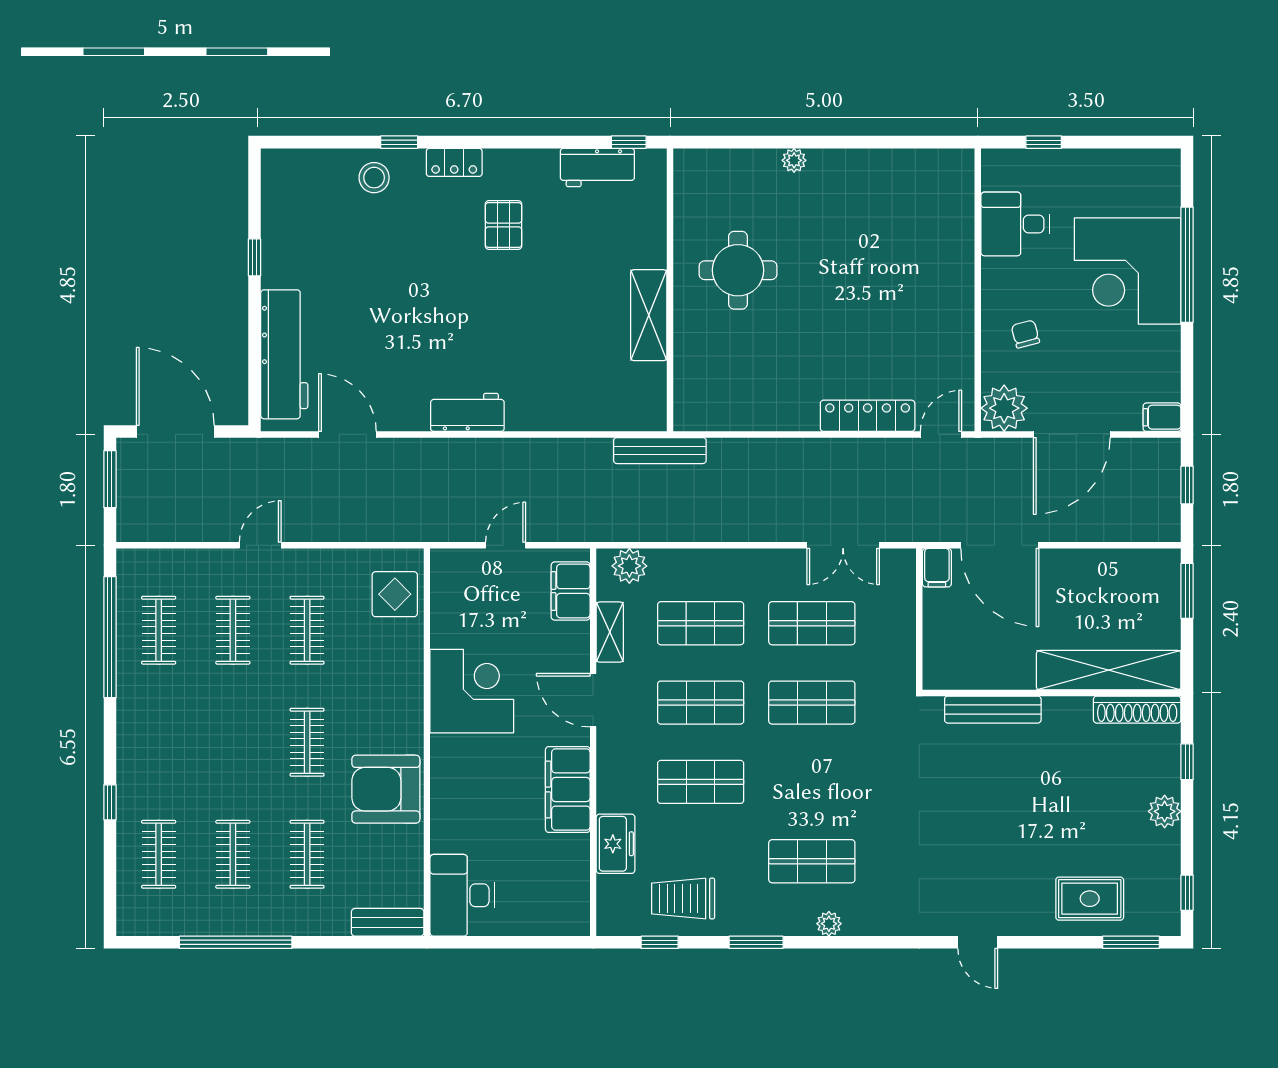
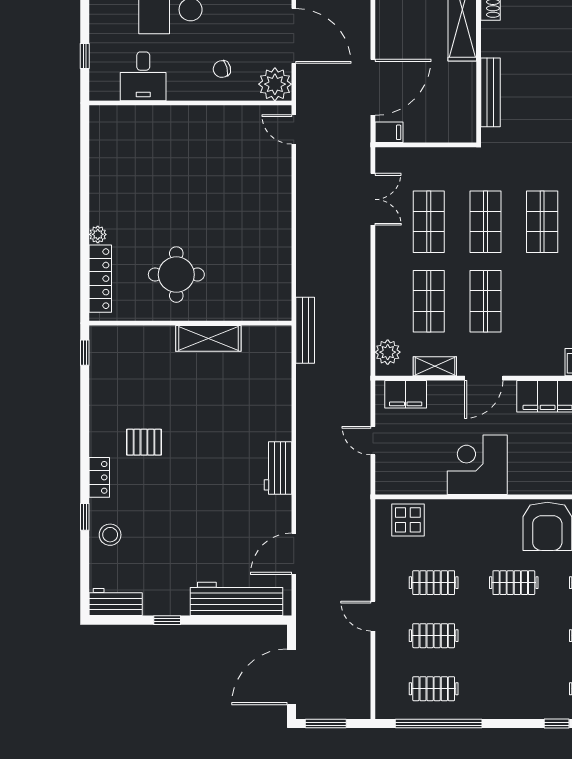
workbench: (597, 167) -> (116, 602), moved, turned -90
locker: (868, 416) -> (100, 279), moved, turned 180
shop shelf: (701, 782) -> (542, 222), moved

